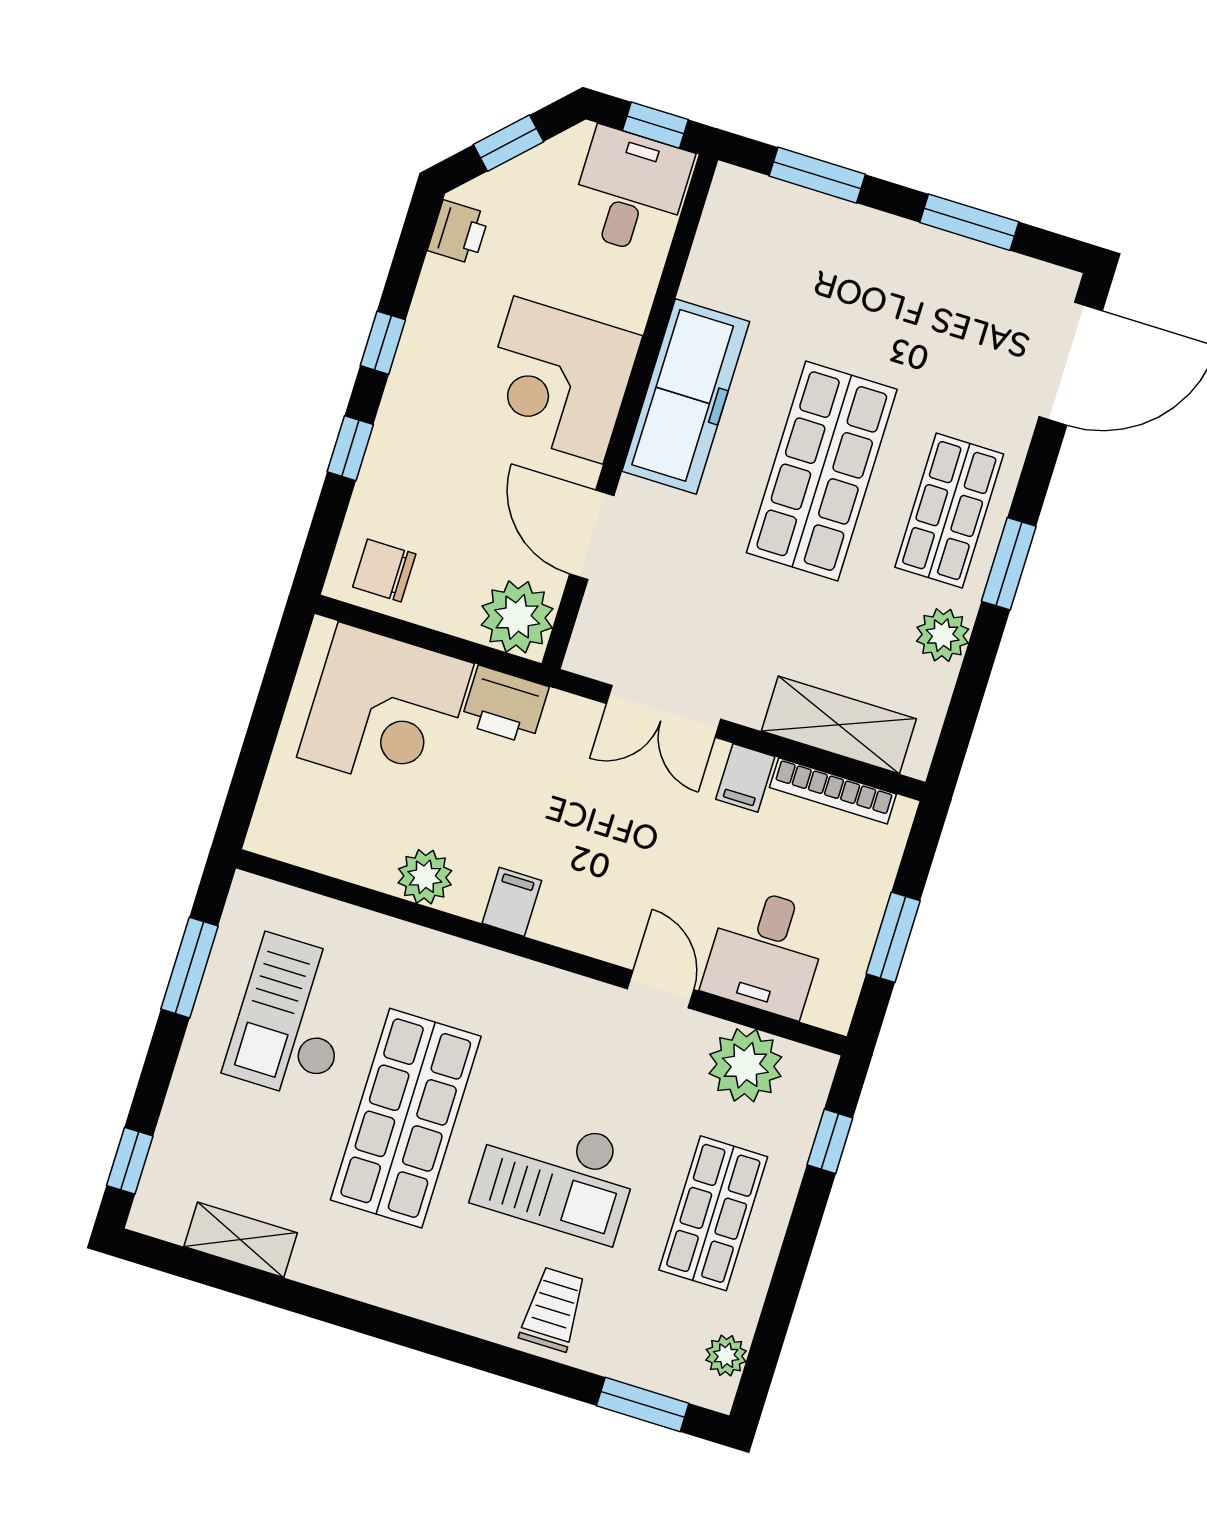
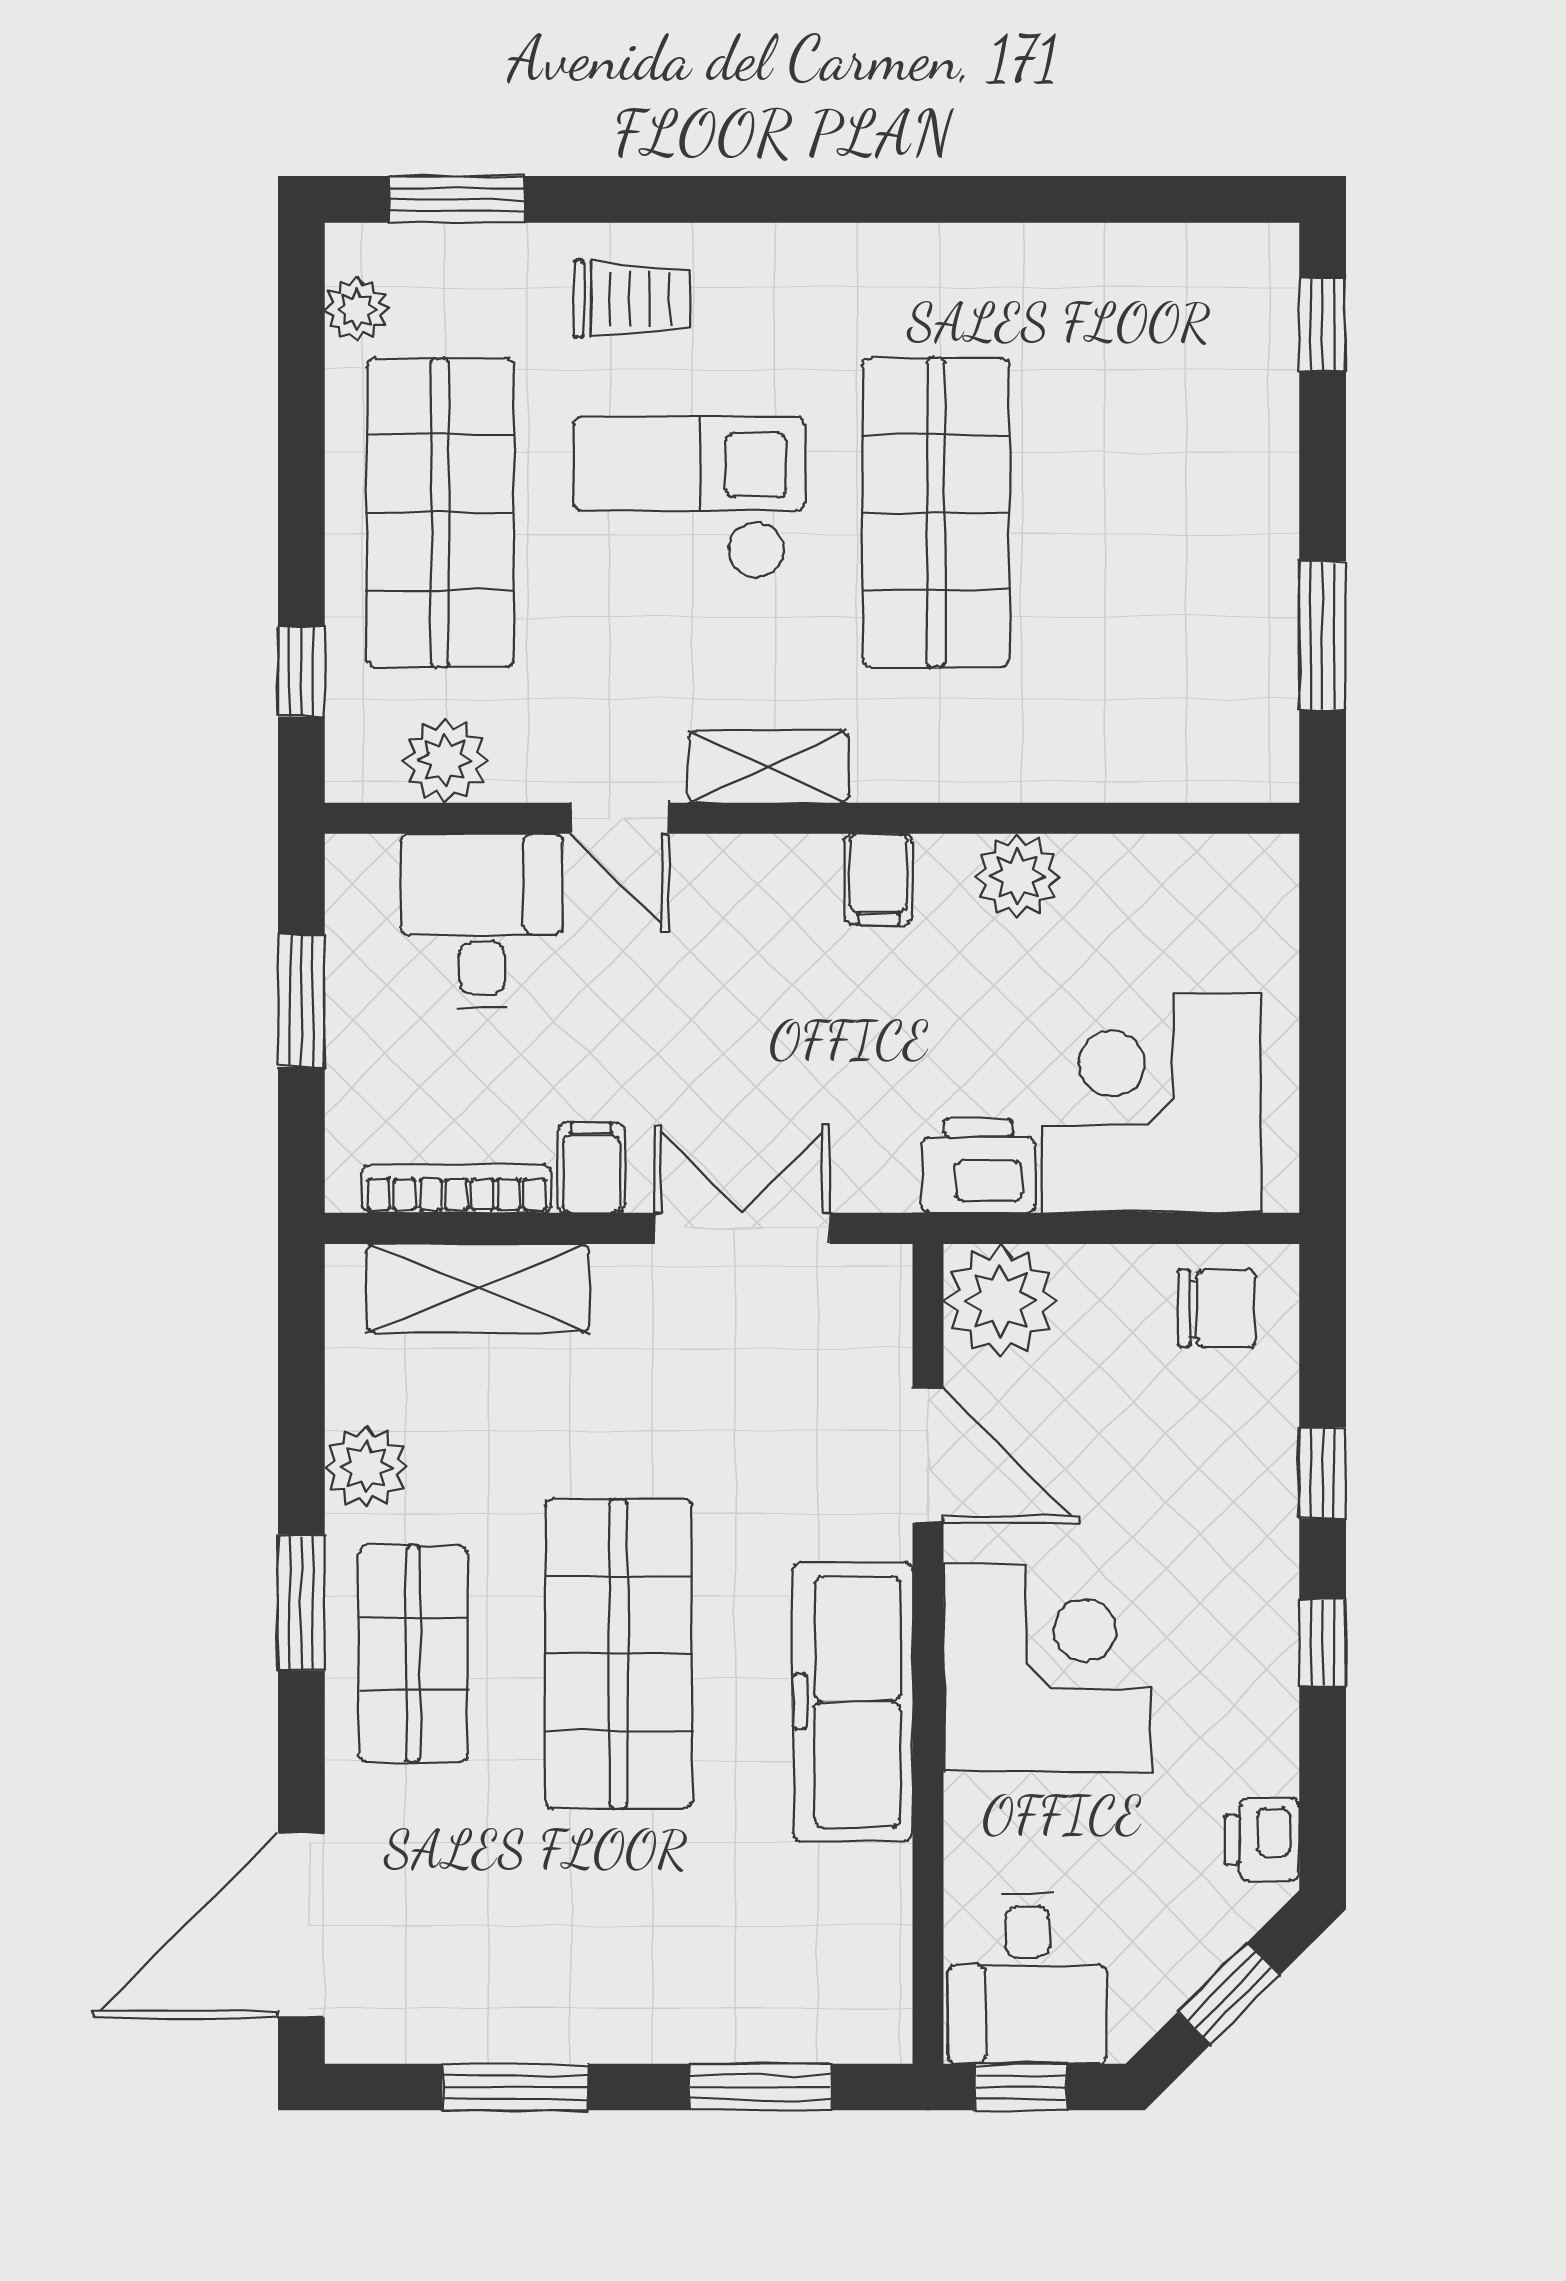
checkout: (293, 1017) -> (1147, 609), removed
plant: (745, 1065) -> (445, 760), width x0.73, depth x0.73
shop shelf: (713, 1213) -> (440, 513), width x1.43, depth x1.36
shelving: (241, 1240) -> (768, 767), moved
trolley: (553, 1309) -> (632, 299), turned -90

